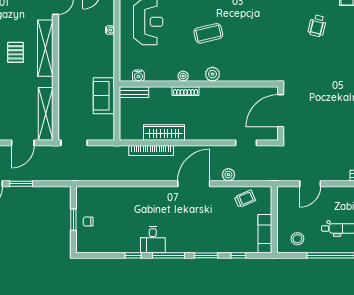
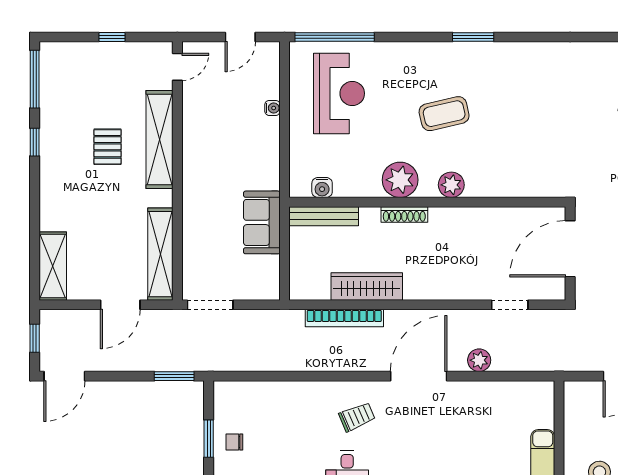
plant: (183, 76) -> (400, 180), width x1.88, depth x1.88
bench: (134, 92) -> (324, 216), width x1.36
window: (21, 184) -> (174, 376), moved
trolley: (245, 199) -> (357, 417), moved

